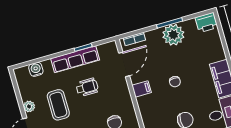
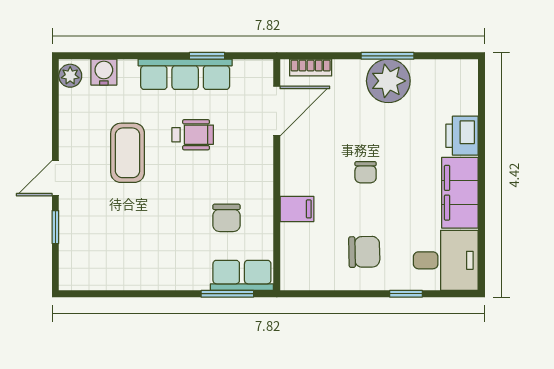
printer: (206, 22) -> (462, 136), moved, turned 90
filing cabinet: (142, 89) -> (297, 209), moved
plant: (29, 106) -> (70, 76), moved

